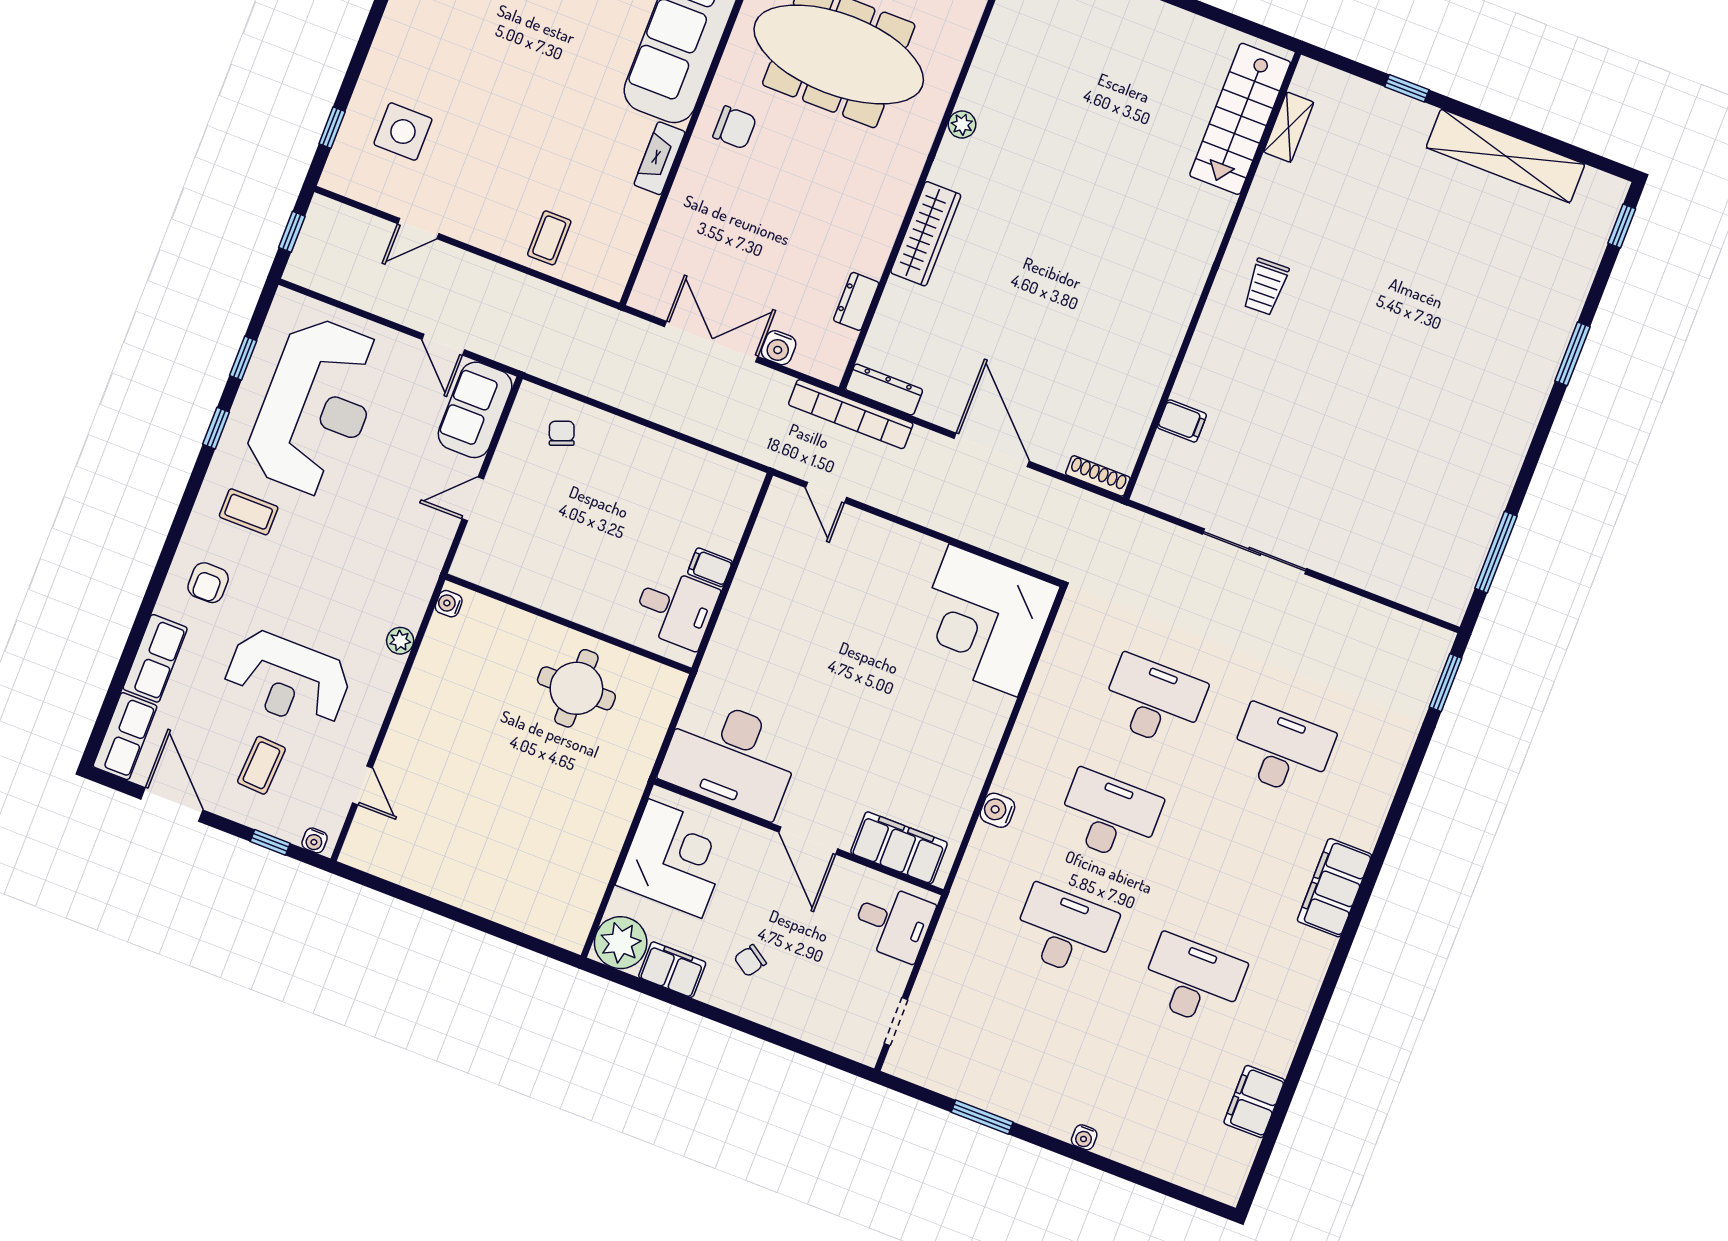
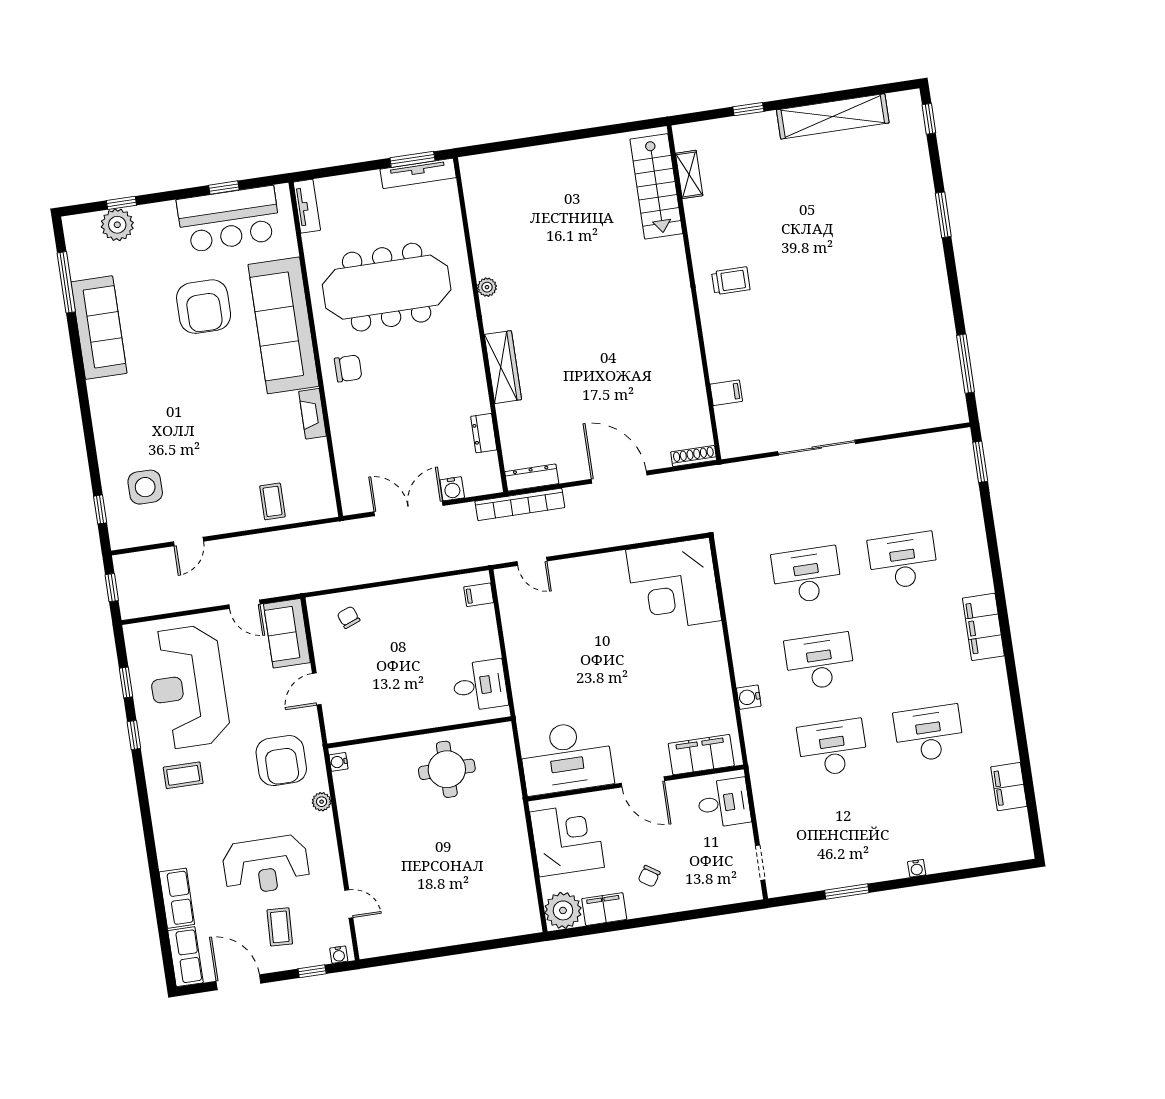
trolley: (1266, 287) -> (731, 281), turned -88
reception desk: (316, 407) -> (188, 687), turned 180
filing cabinet: (710, 567) -> (479, 595), moved
armchair: (208, 583) -> (281, 761), moved, width x1.88, depth x1.88

